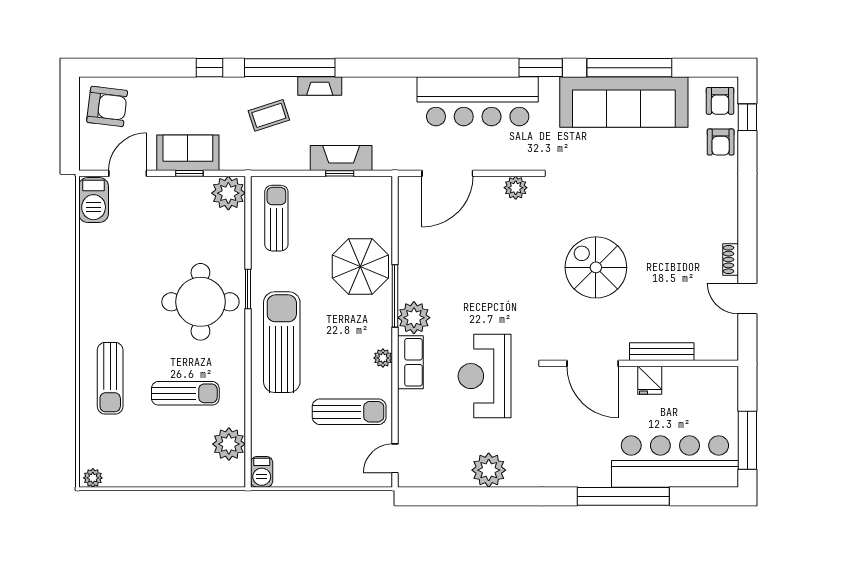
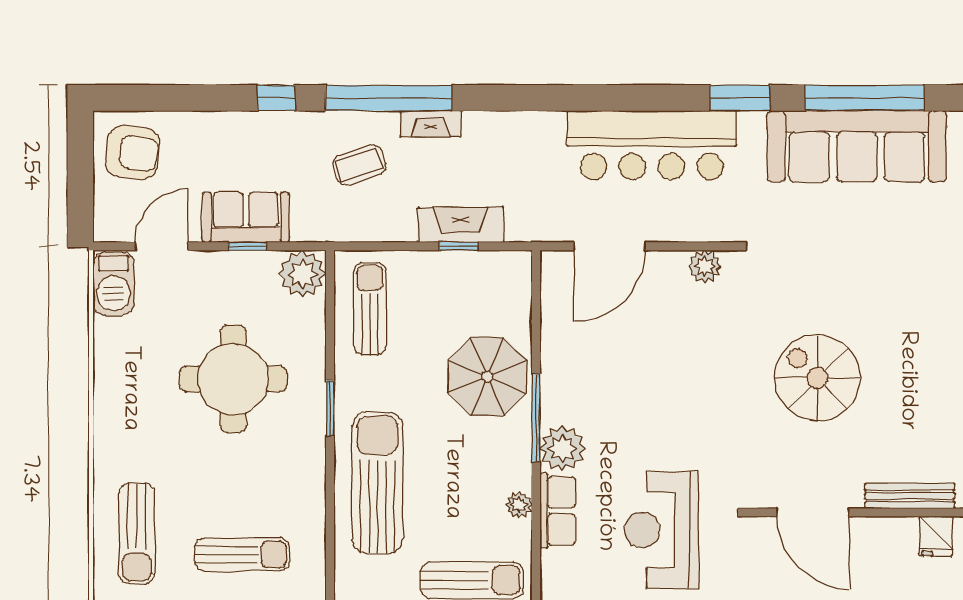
round table: (200, 302) -> (233, 379), moved
fridge: (650, 380) -> (936, 536), moved

